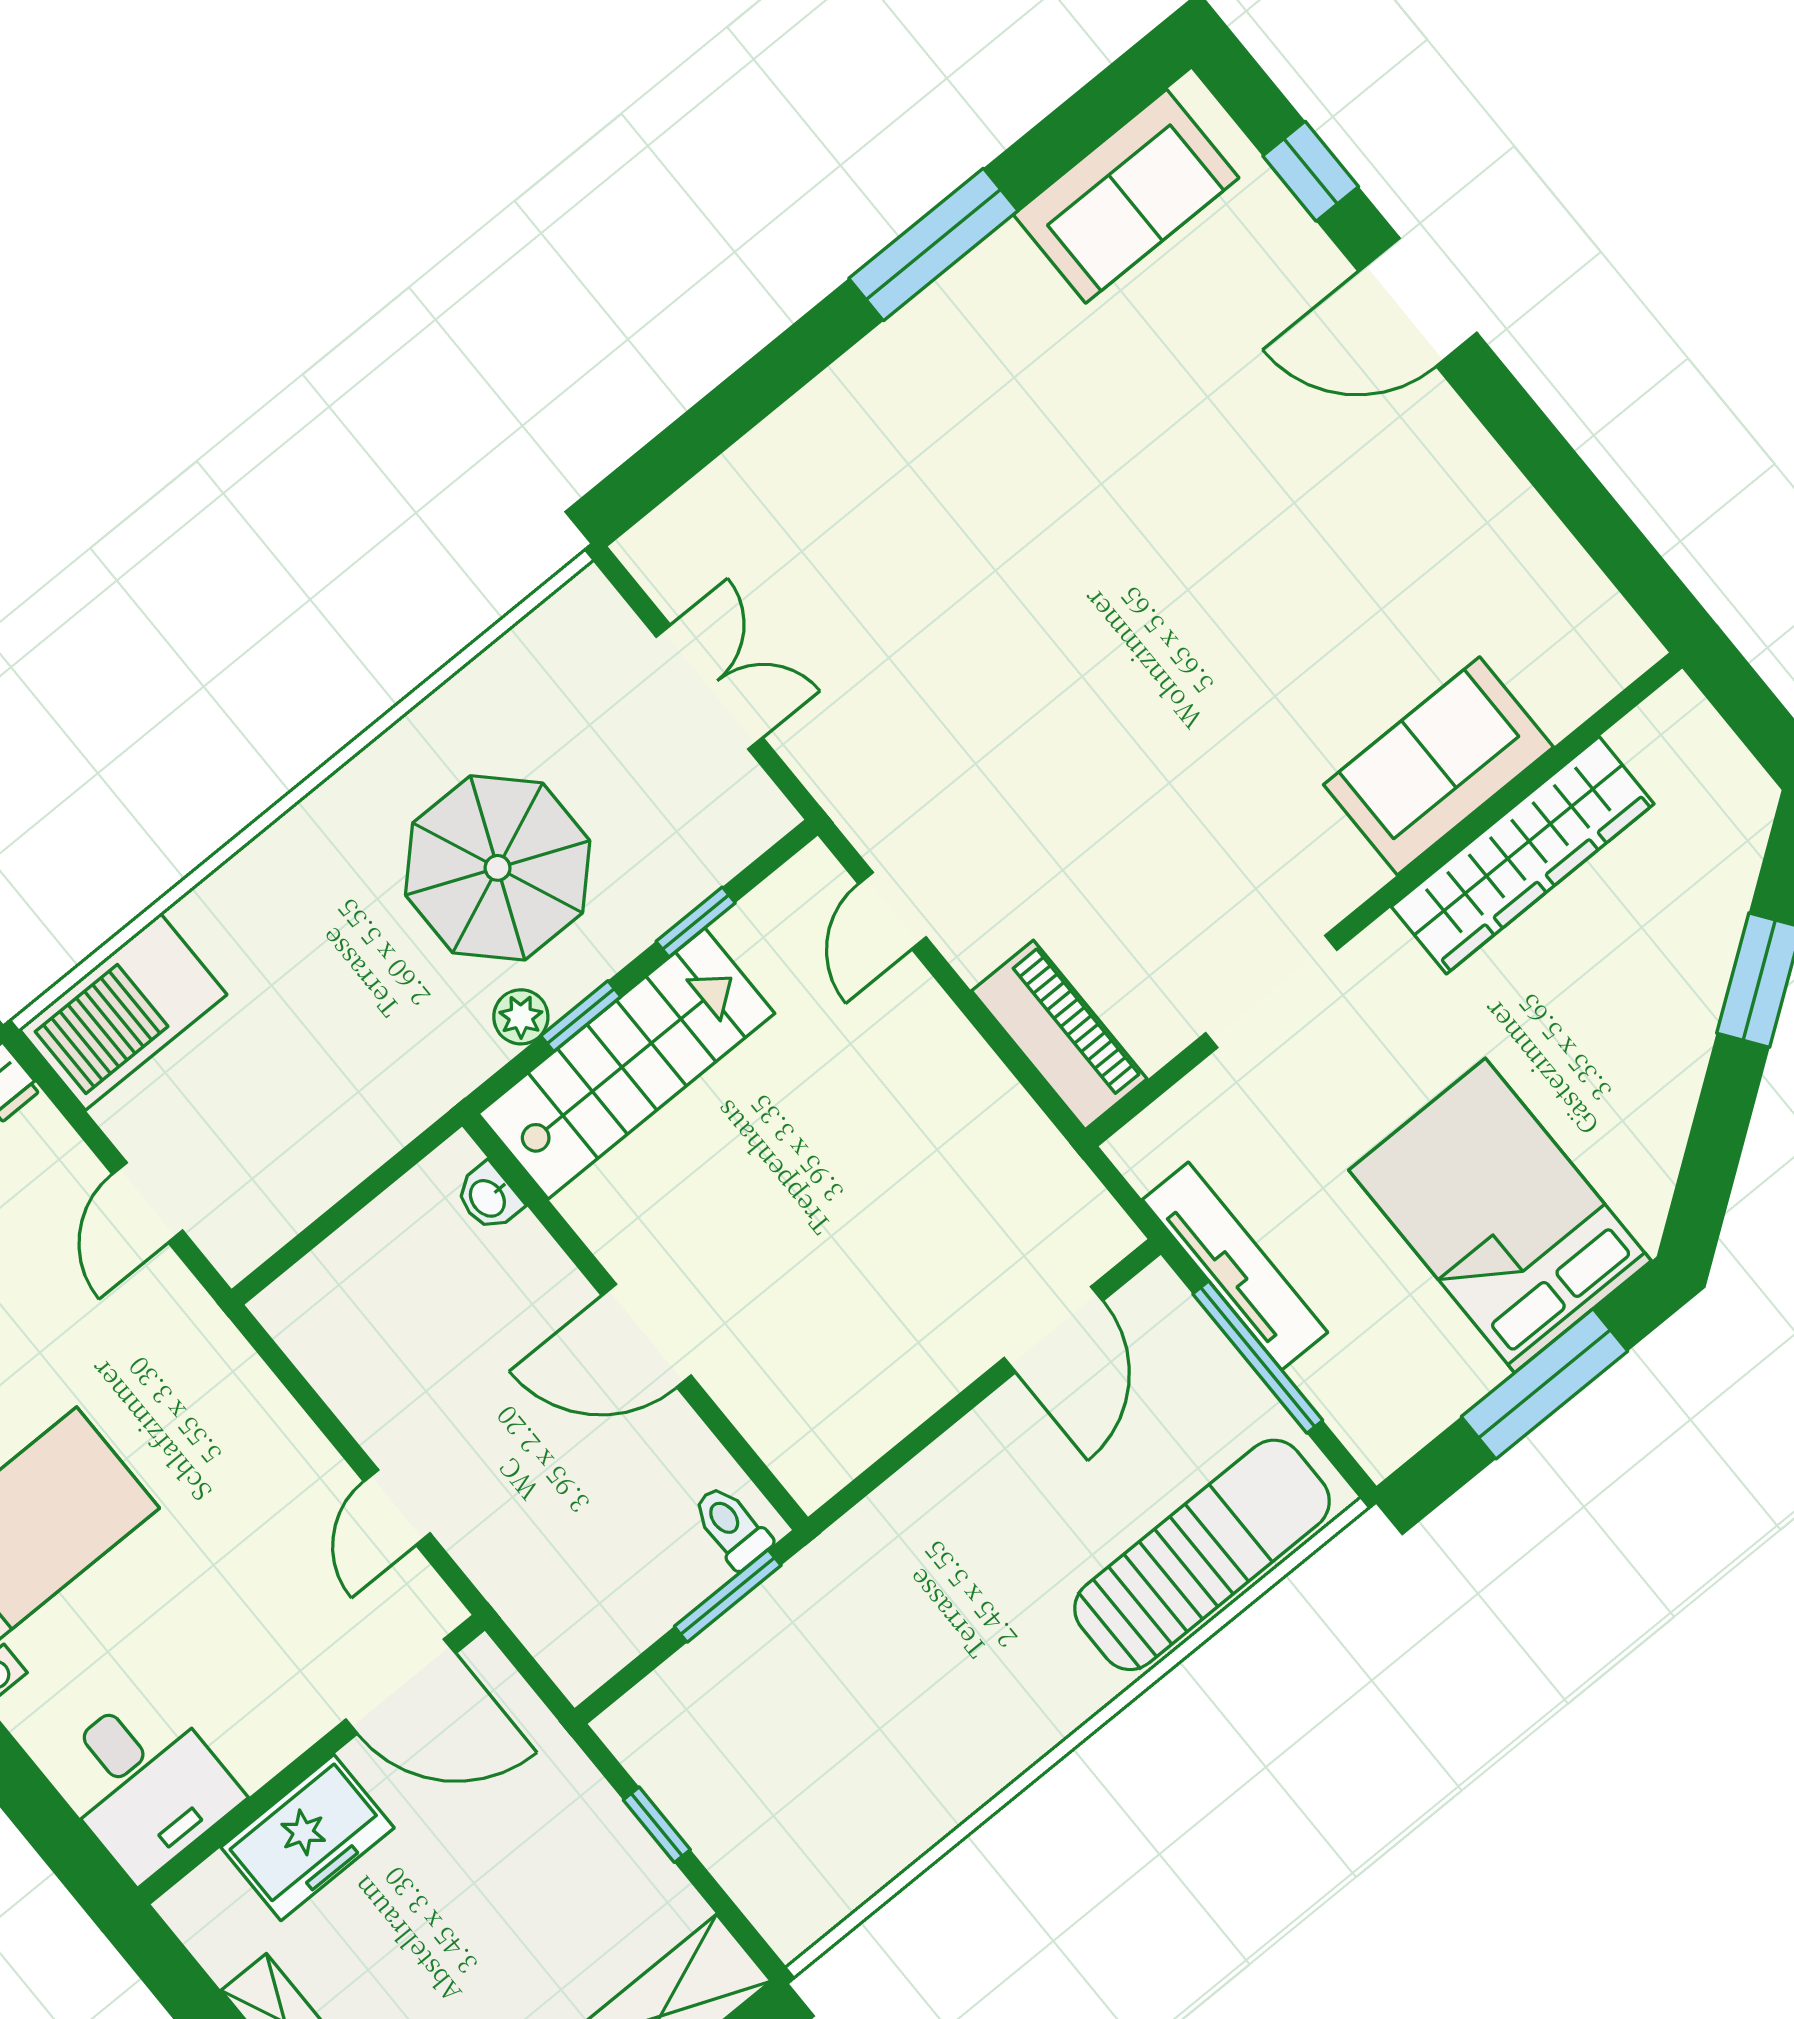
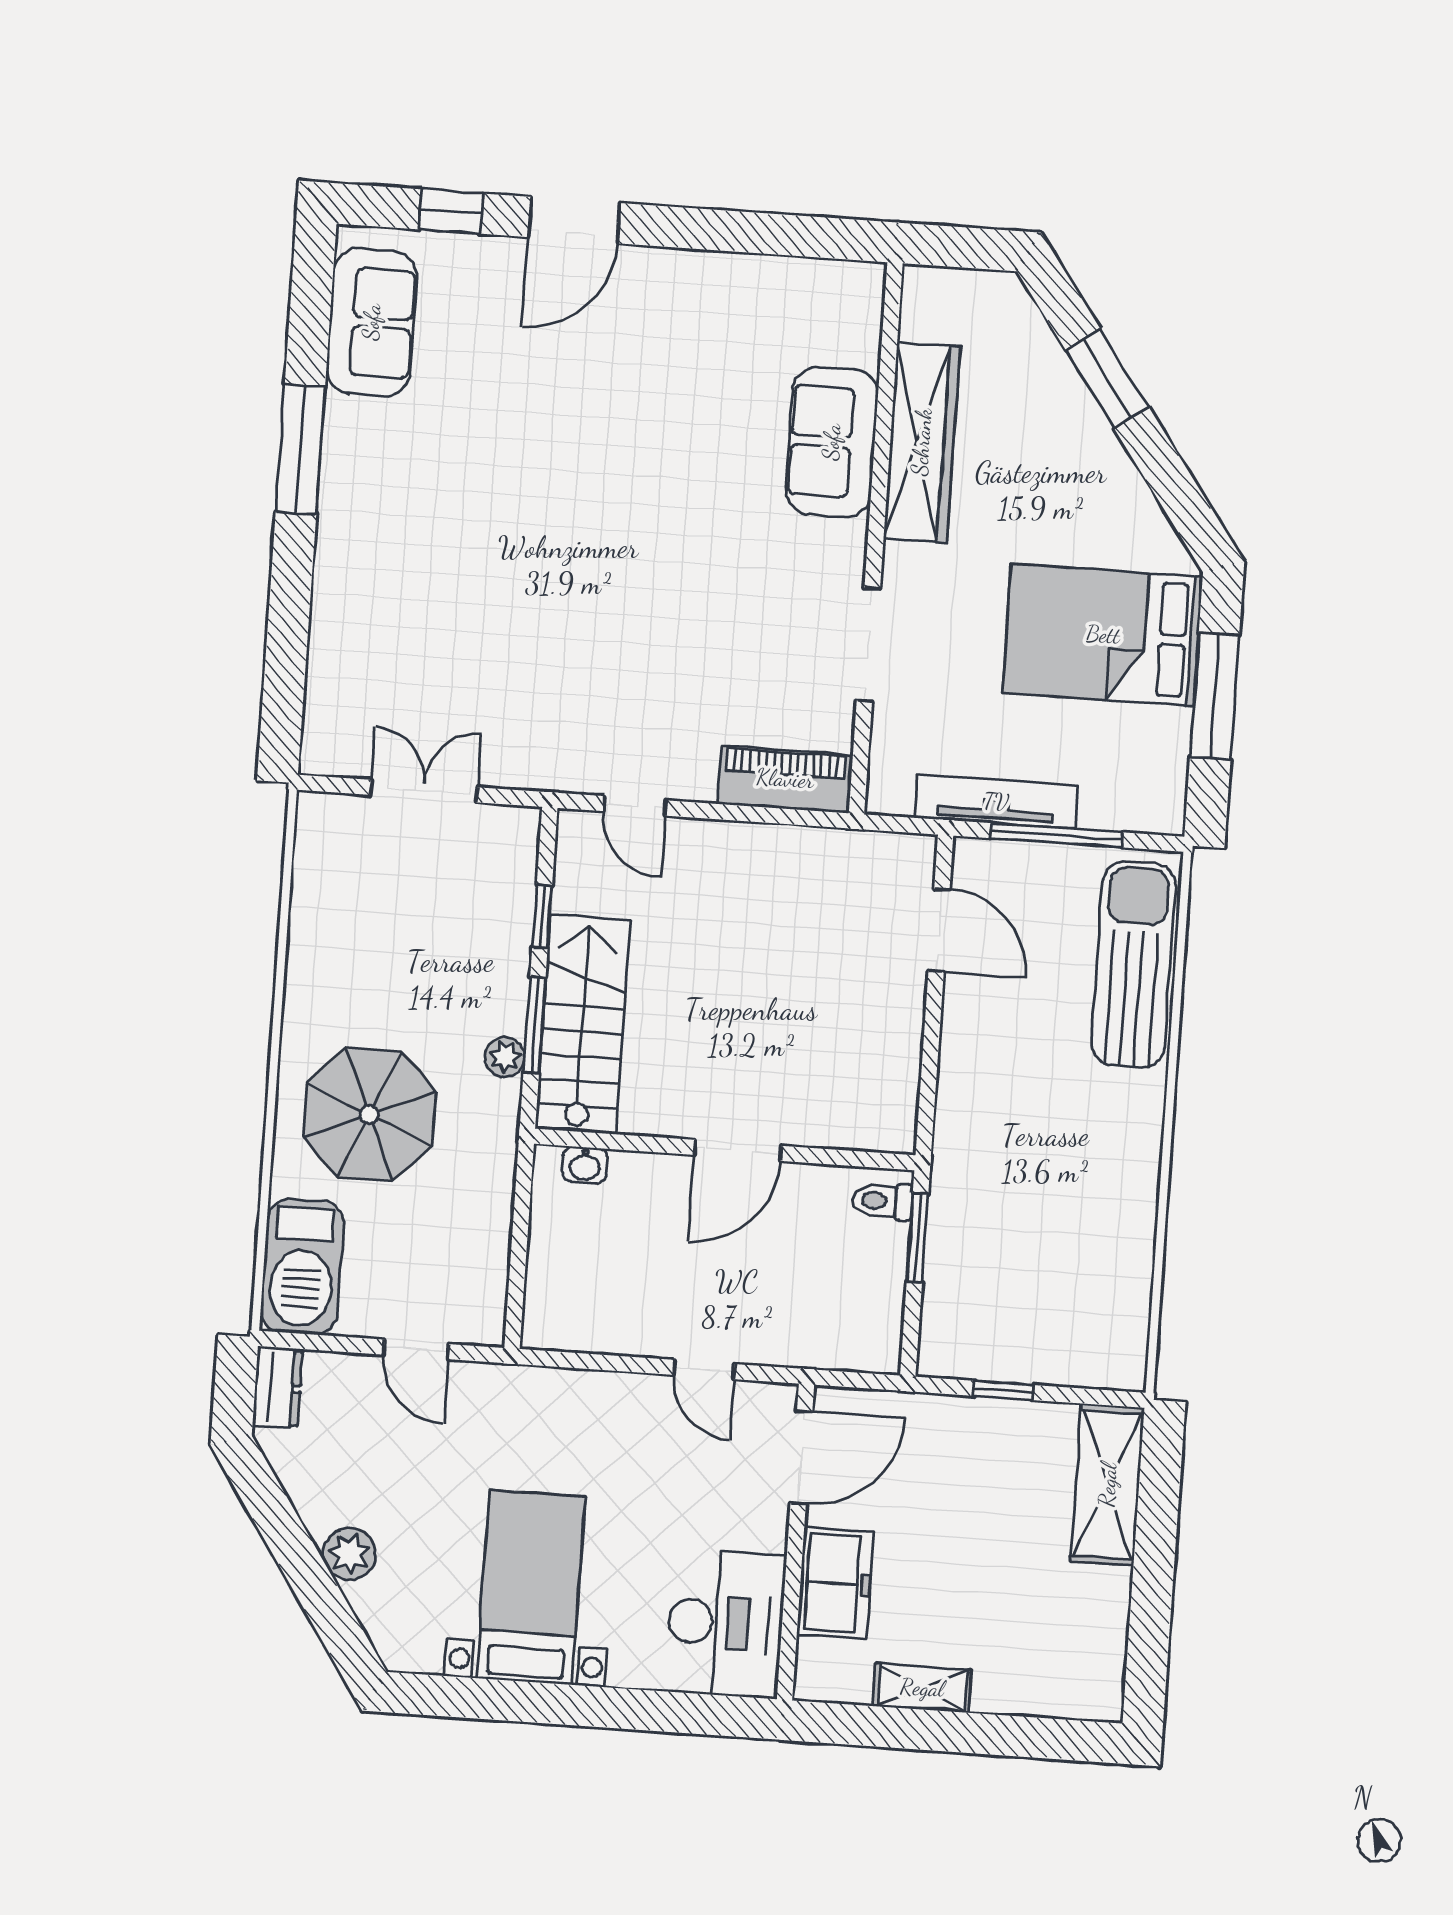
parasol: (498, 868) -> (369, 1115), moved
window: (581, 1016) -> (535, 1025), width x1.50
desk: (144, 1783) -> (725, 1623), width x1.37

